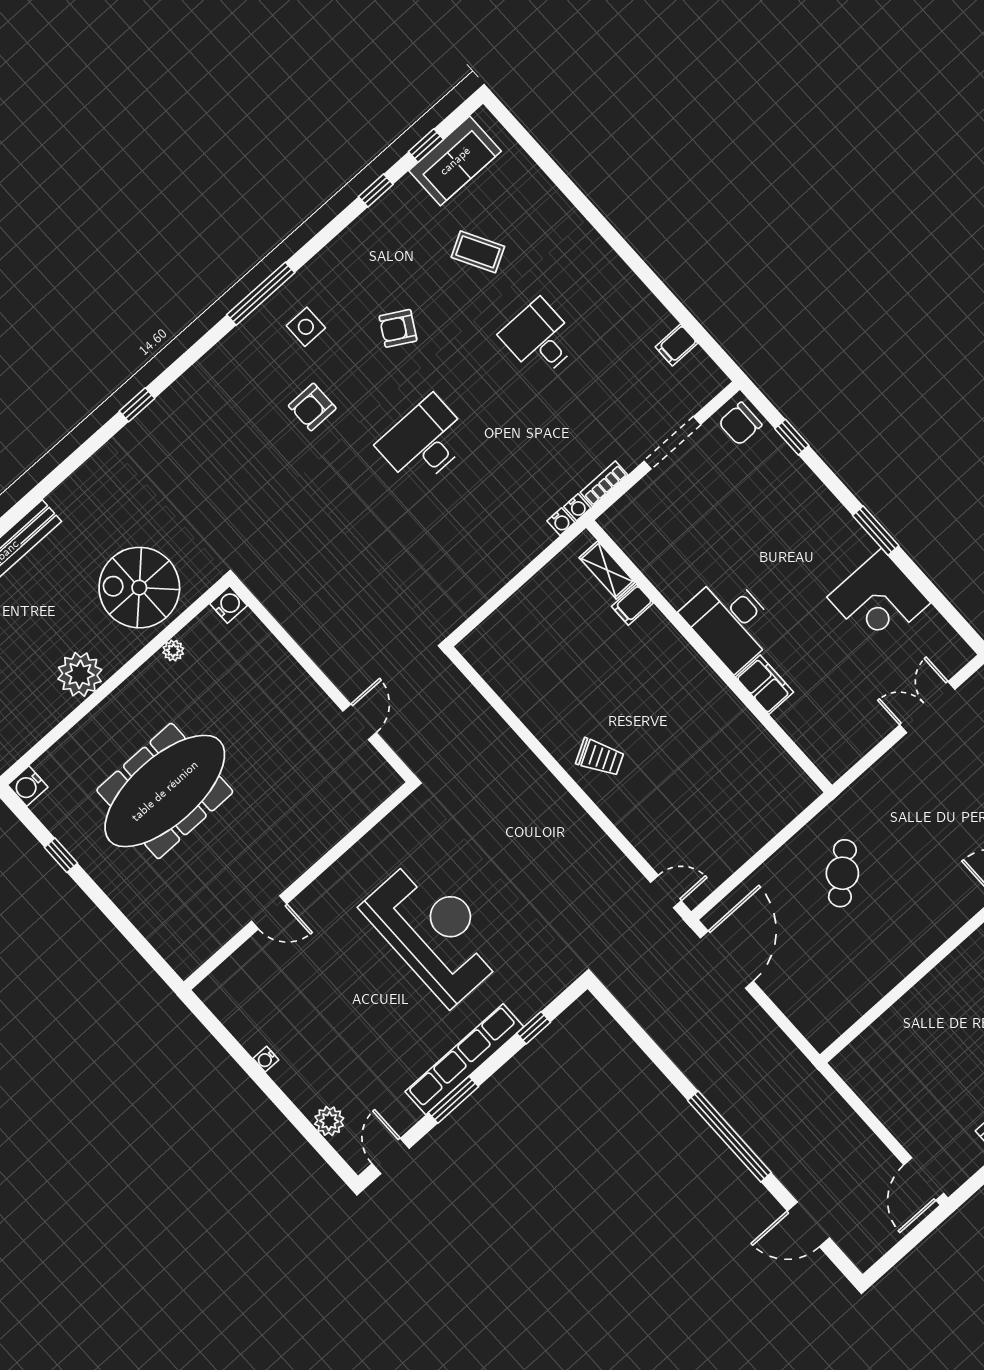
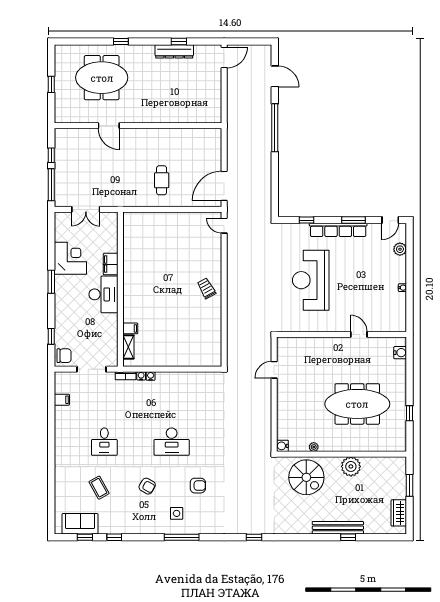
shelving: (607, 570) -> (128, 347), moved
filing cabinet: (632, 605) -> (130, 328), moved
desk: (730, 622) -> (104, 294), moved
wall: (709, 656) -> (120, 289), moved
filing cabinet: (765, 685) -> (111, 264), moved
water cooler: (28, 786) -> (400, 353), moved
cafe table: (842, 873) -> (162, 180), turned -48

